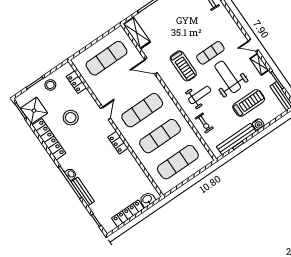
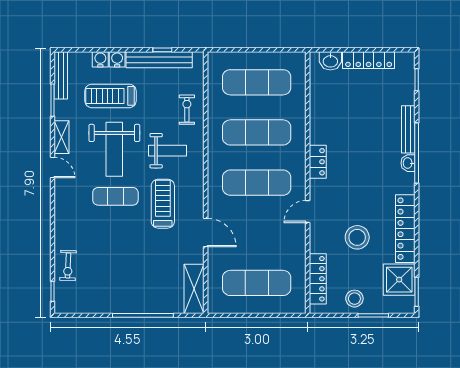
locker: (76, 82) -> (318, 279), width x1.53
weight bench: (200, 95) -> (167, 151), turned 180
water cooler: (267, 118) -> (100, 59), added

